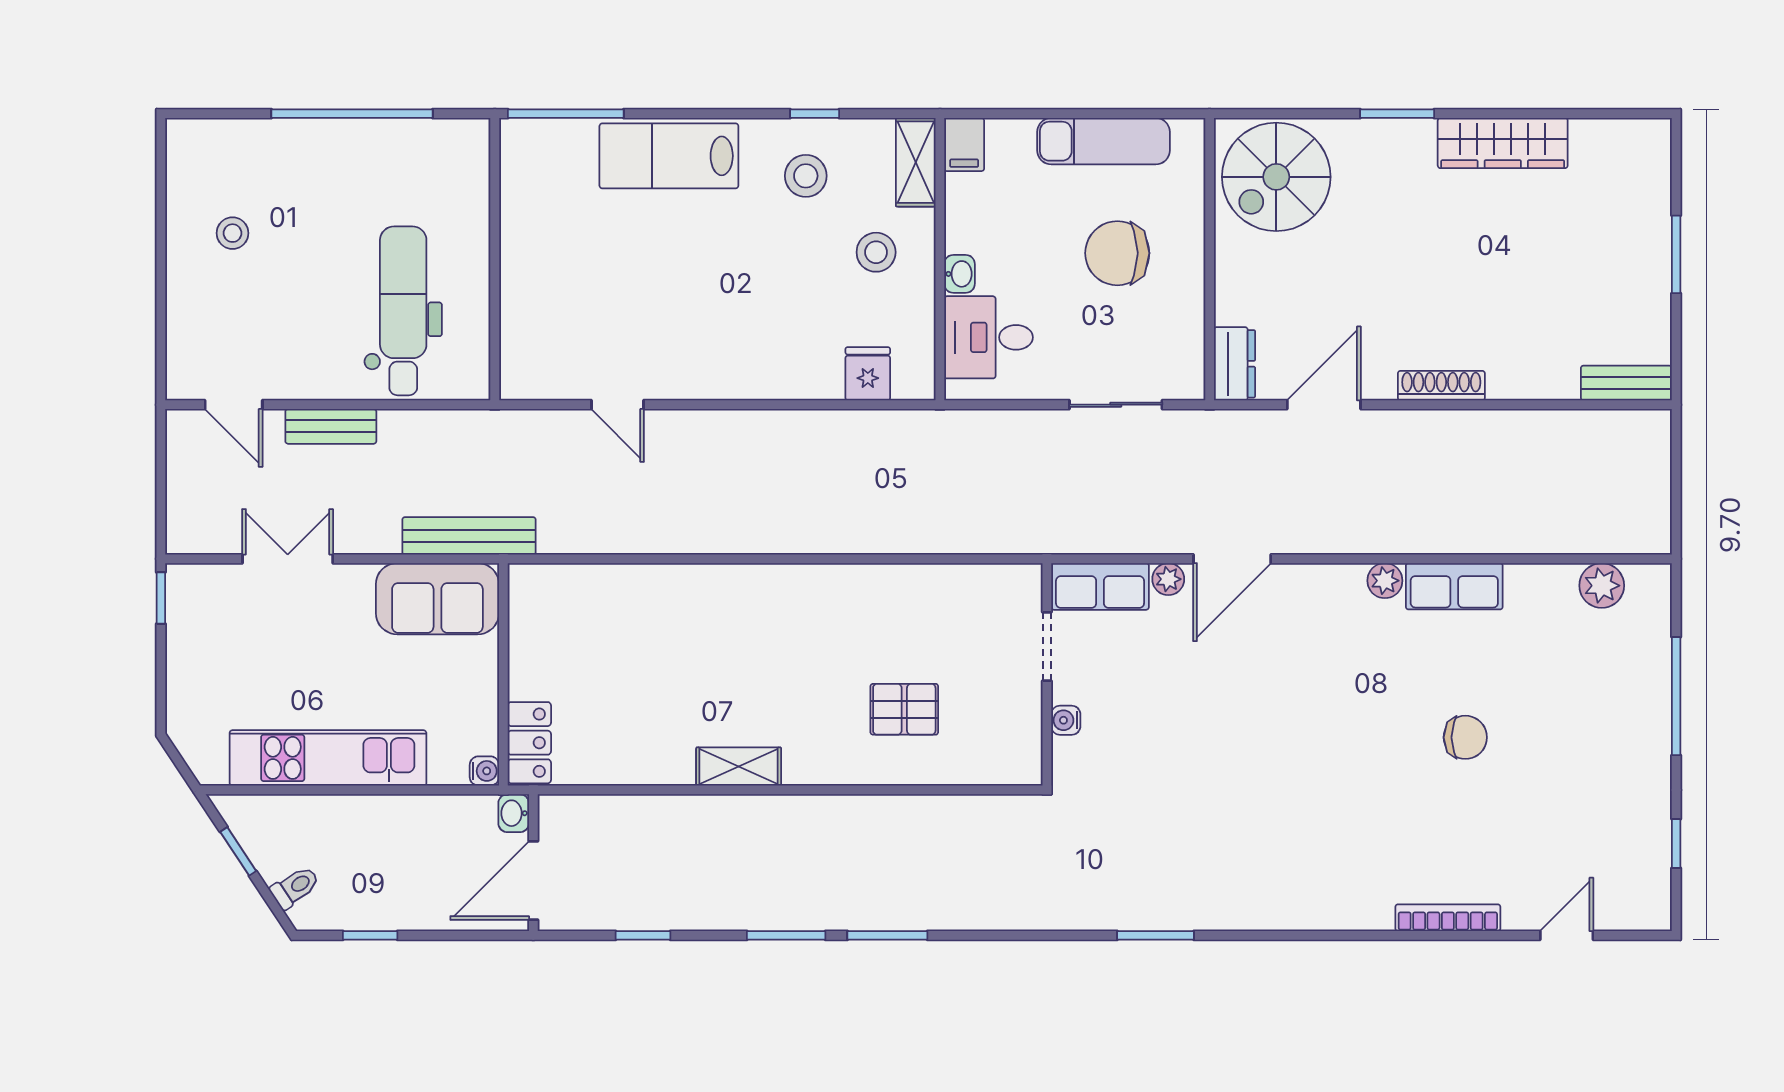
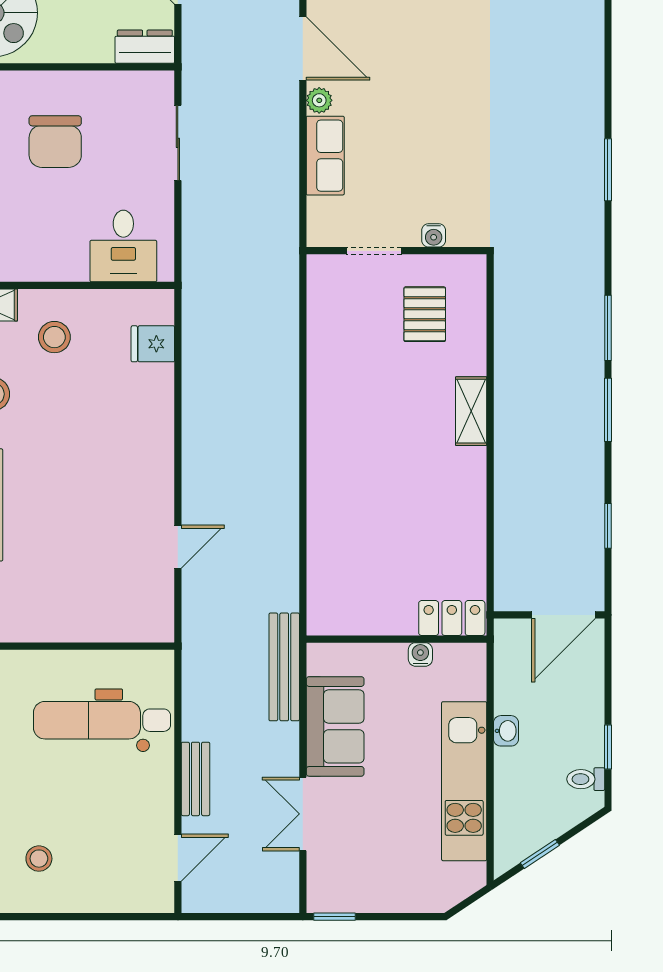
washbasin: (959, 274) -> (72, 269), removed
sofa: (437, 599) -> (335, 726), moved
doorway: (1047, 646) -> (374, 251), moved
wall: (1047, 674) -> (396, 251), moved
water cooler: (1066, 720) -> (434, 235), moved
shelving: (739, 767) -> (471, 411), moved
water cooler: (484, 771) -> (420, 654), moved
washbasin: (514, 813) -> (506, 731), moved, turned -90
door: (533, 881) -> (564, 615), hinge flipped
toilet: (295, 887) -> (586, 779), moved, turned -56
window: (1155, 935) -> (608, 170), moved

